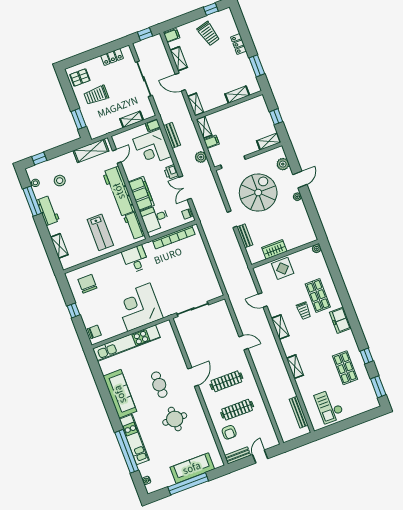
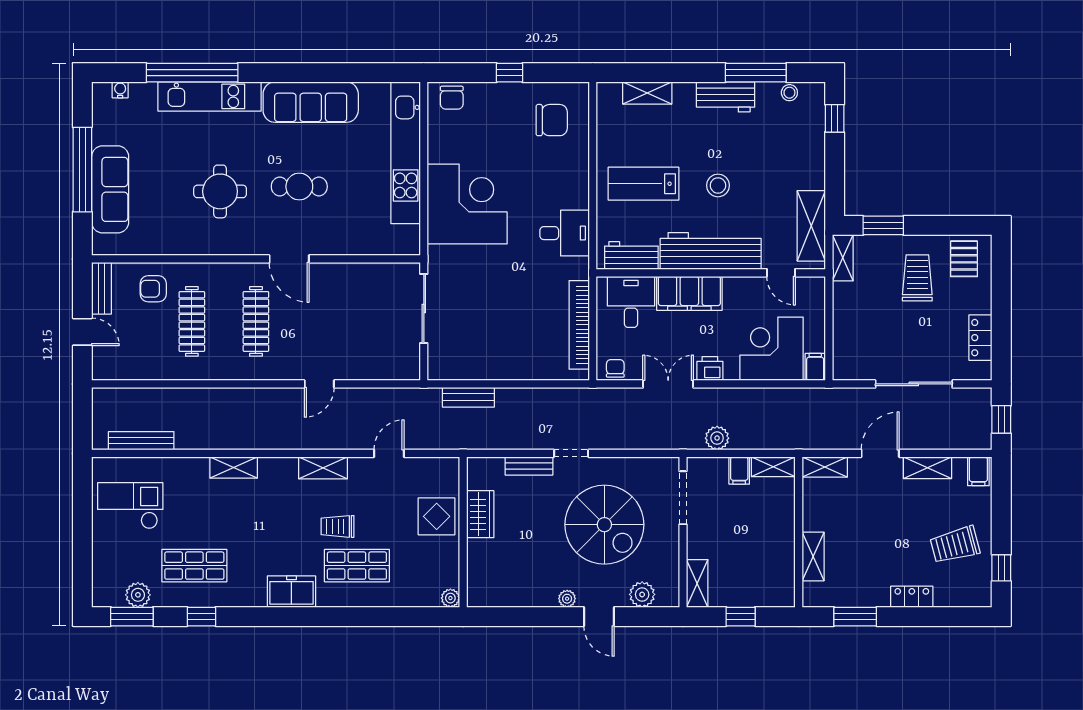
shelving: (132, 119) -> (843, 258), moved
bench: (172, 135) -> (468, 397), moved
stool: (60, 181) -> (718, 185), moved
plant: (368, 388) -> (138, 595), added

